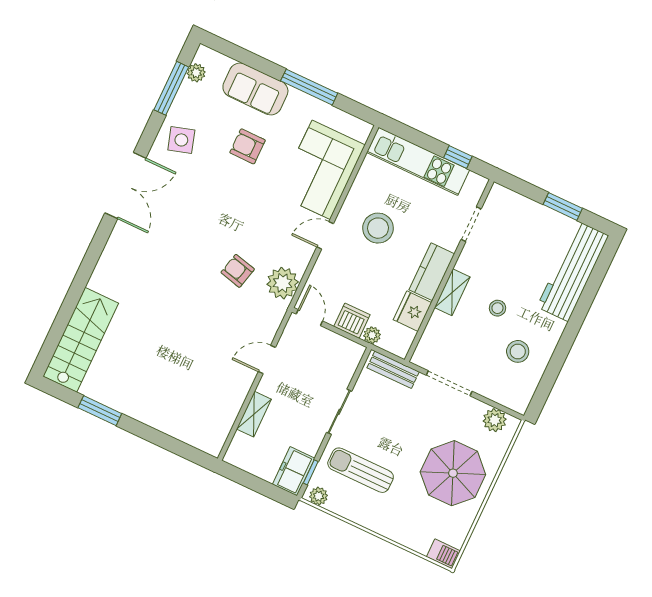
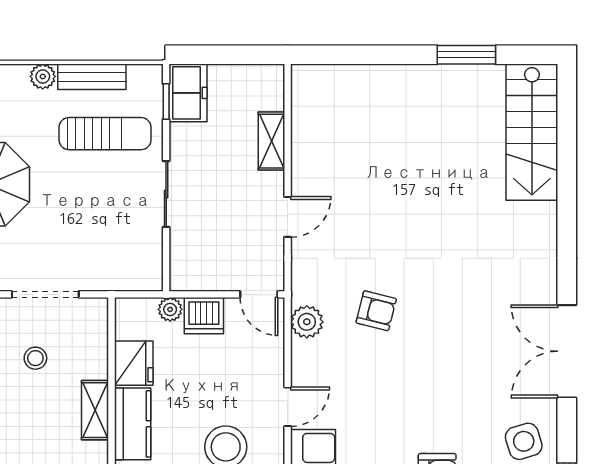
plant: (283, 283) -> (307, 322), width x0.73, depth x0.73
stool: (497, 308) -> (35, 358), moved
bench: (393, 370) -> (92, 77), moved
plant: (319, 496) -> (43, 76), moved

